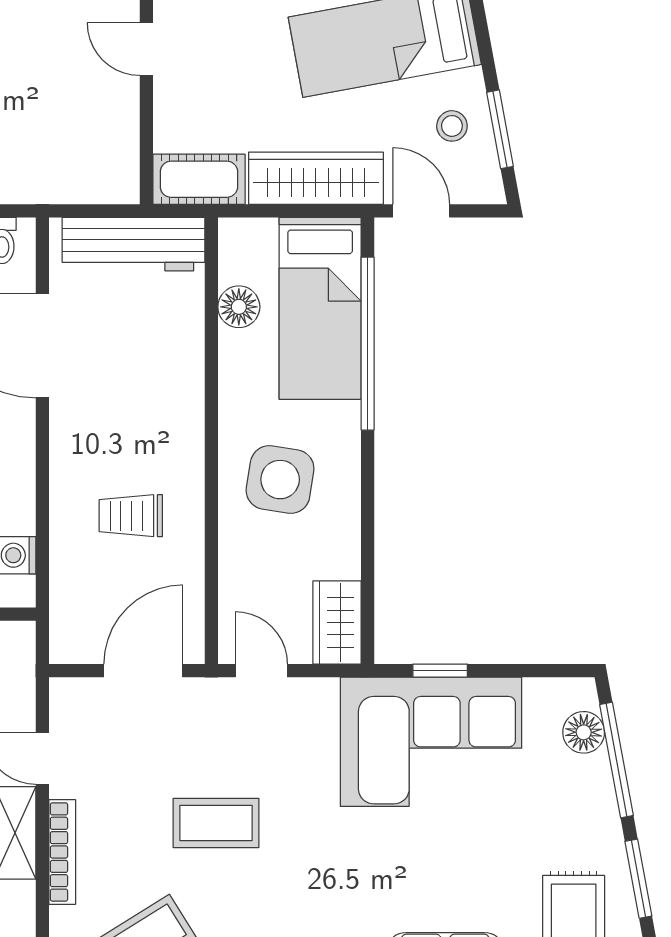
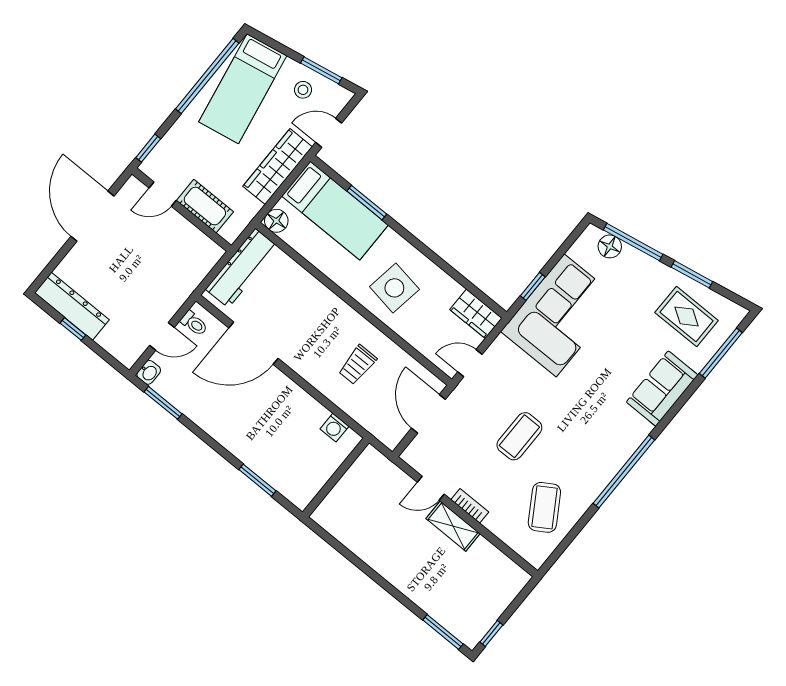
cot: (199, 179) -> (205, 206), moved, turned 90
floor lamp: (239, 307) -> (276, 221), moved
window: (368, 344) -> (367, 203), width x0.47
bookcase: (62, 852) -> (470, 506), width x0.64

